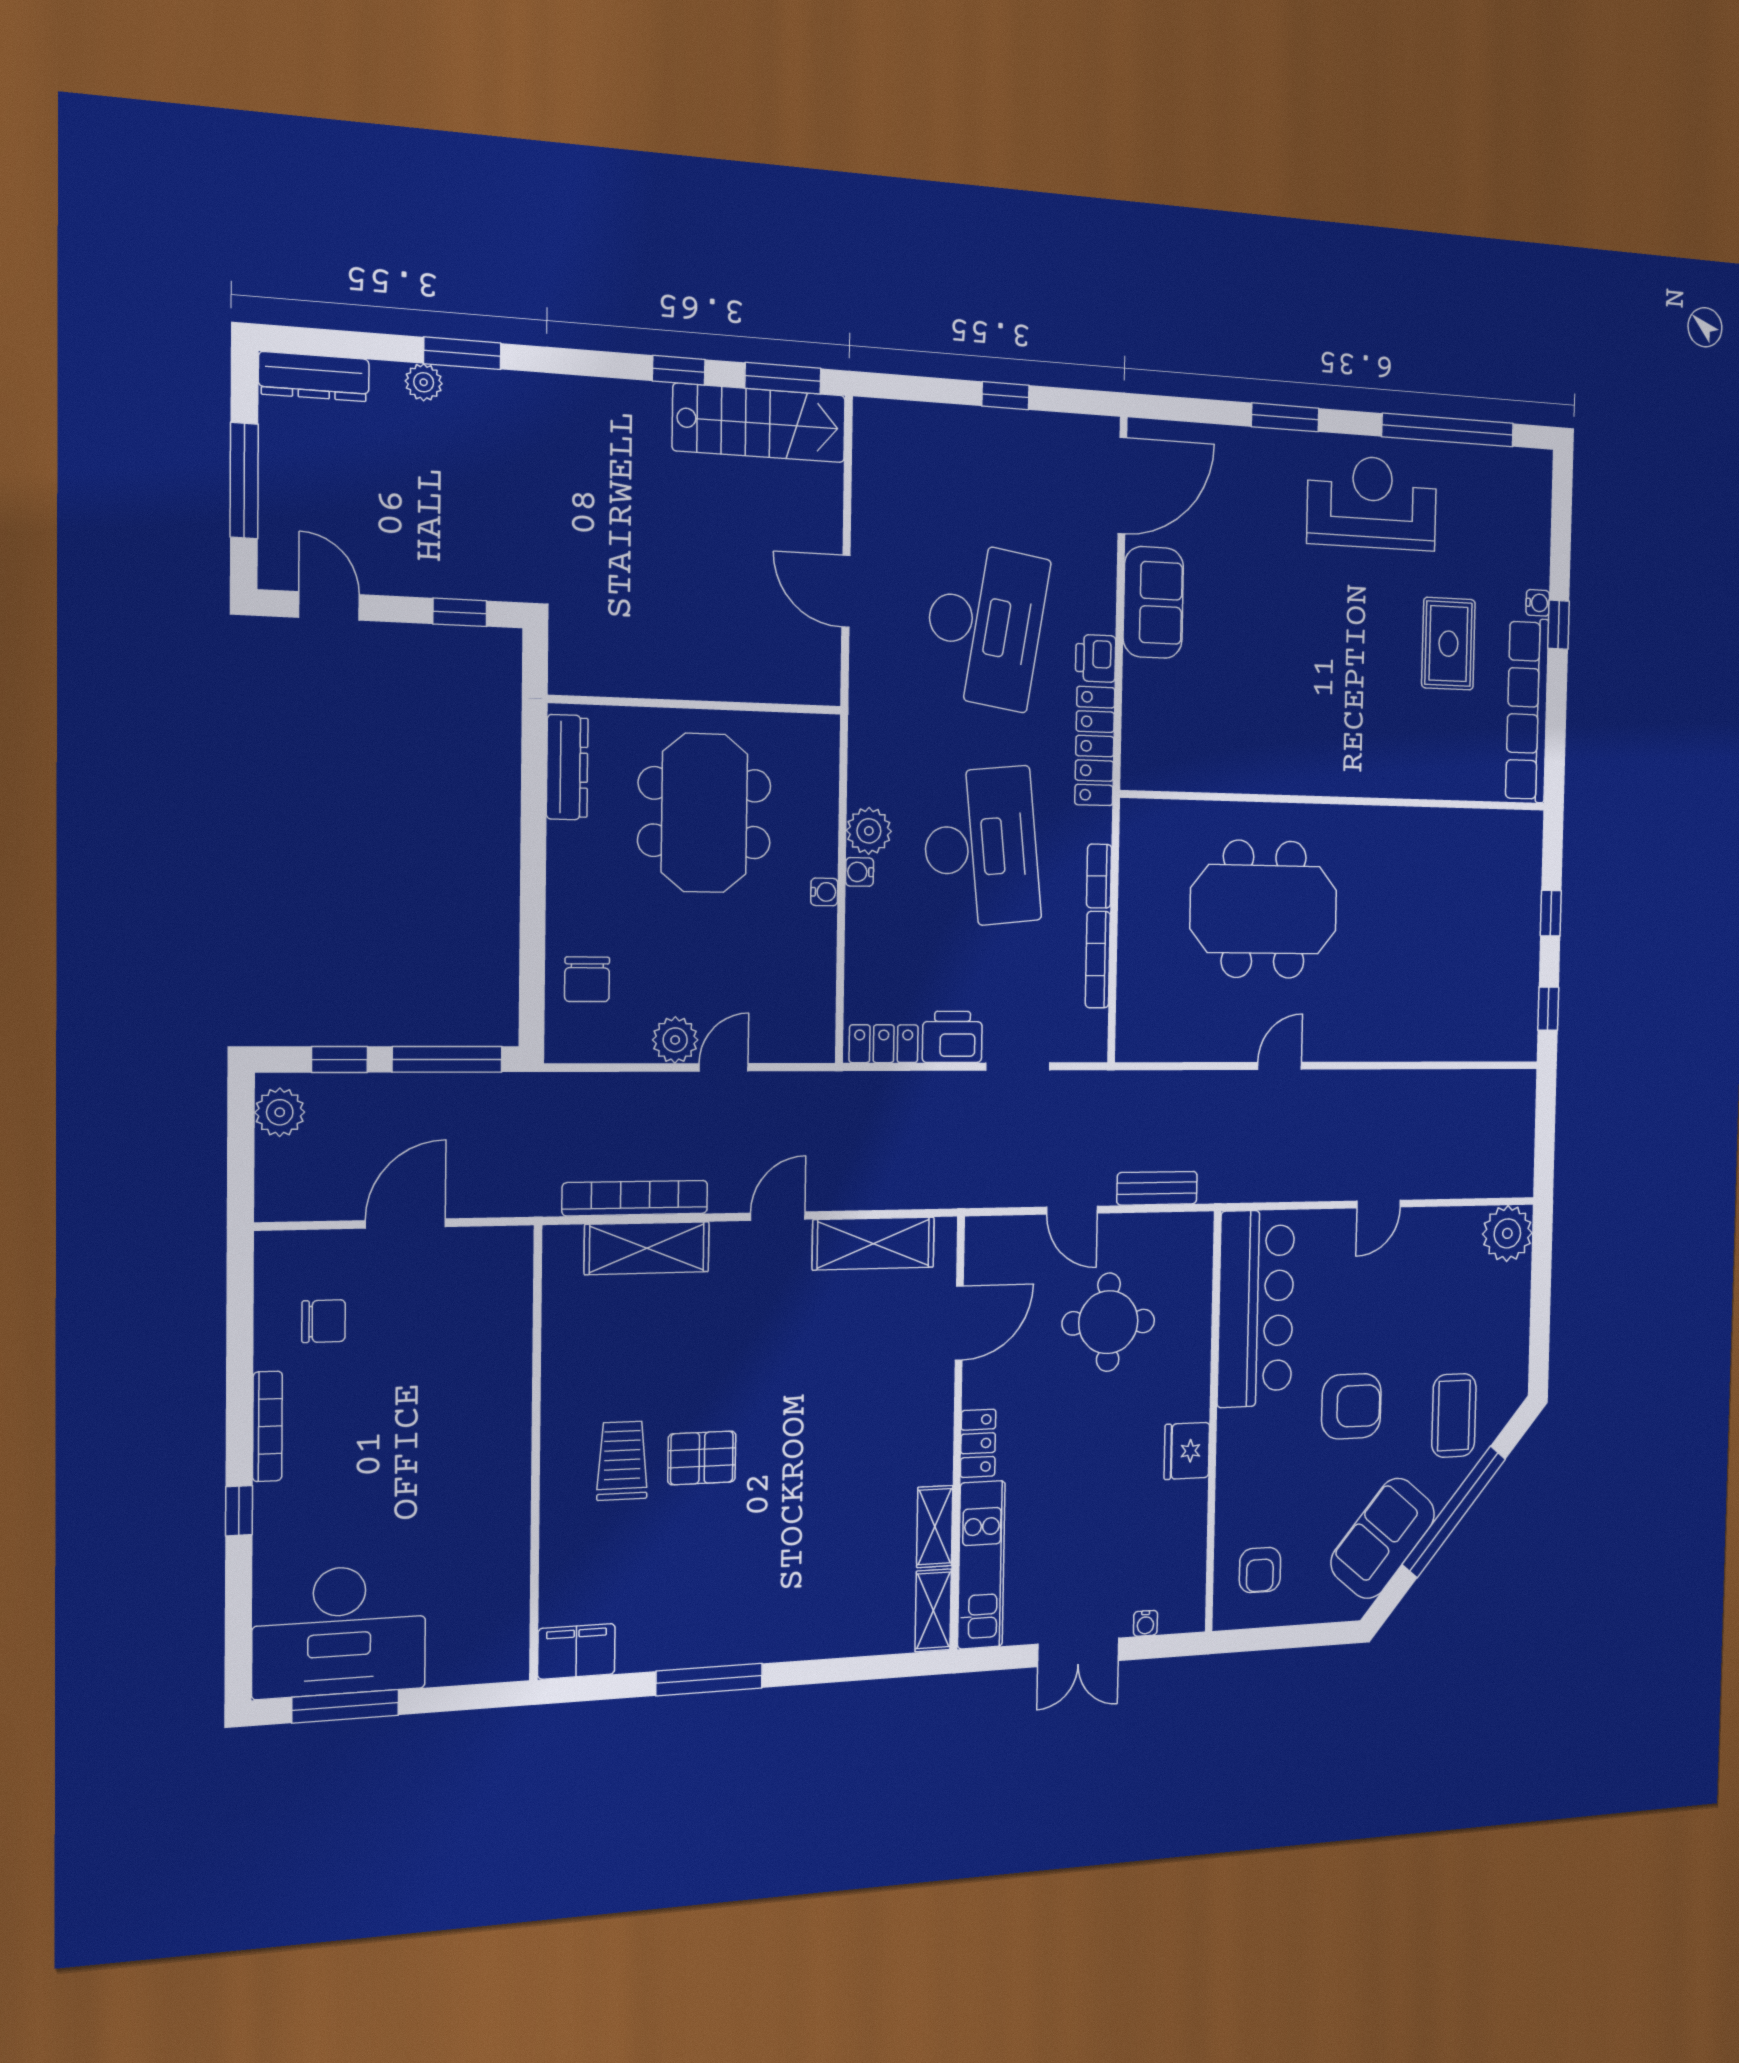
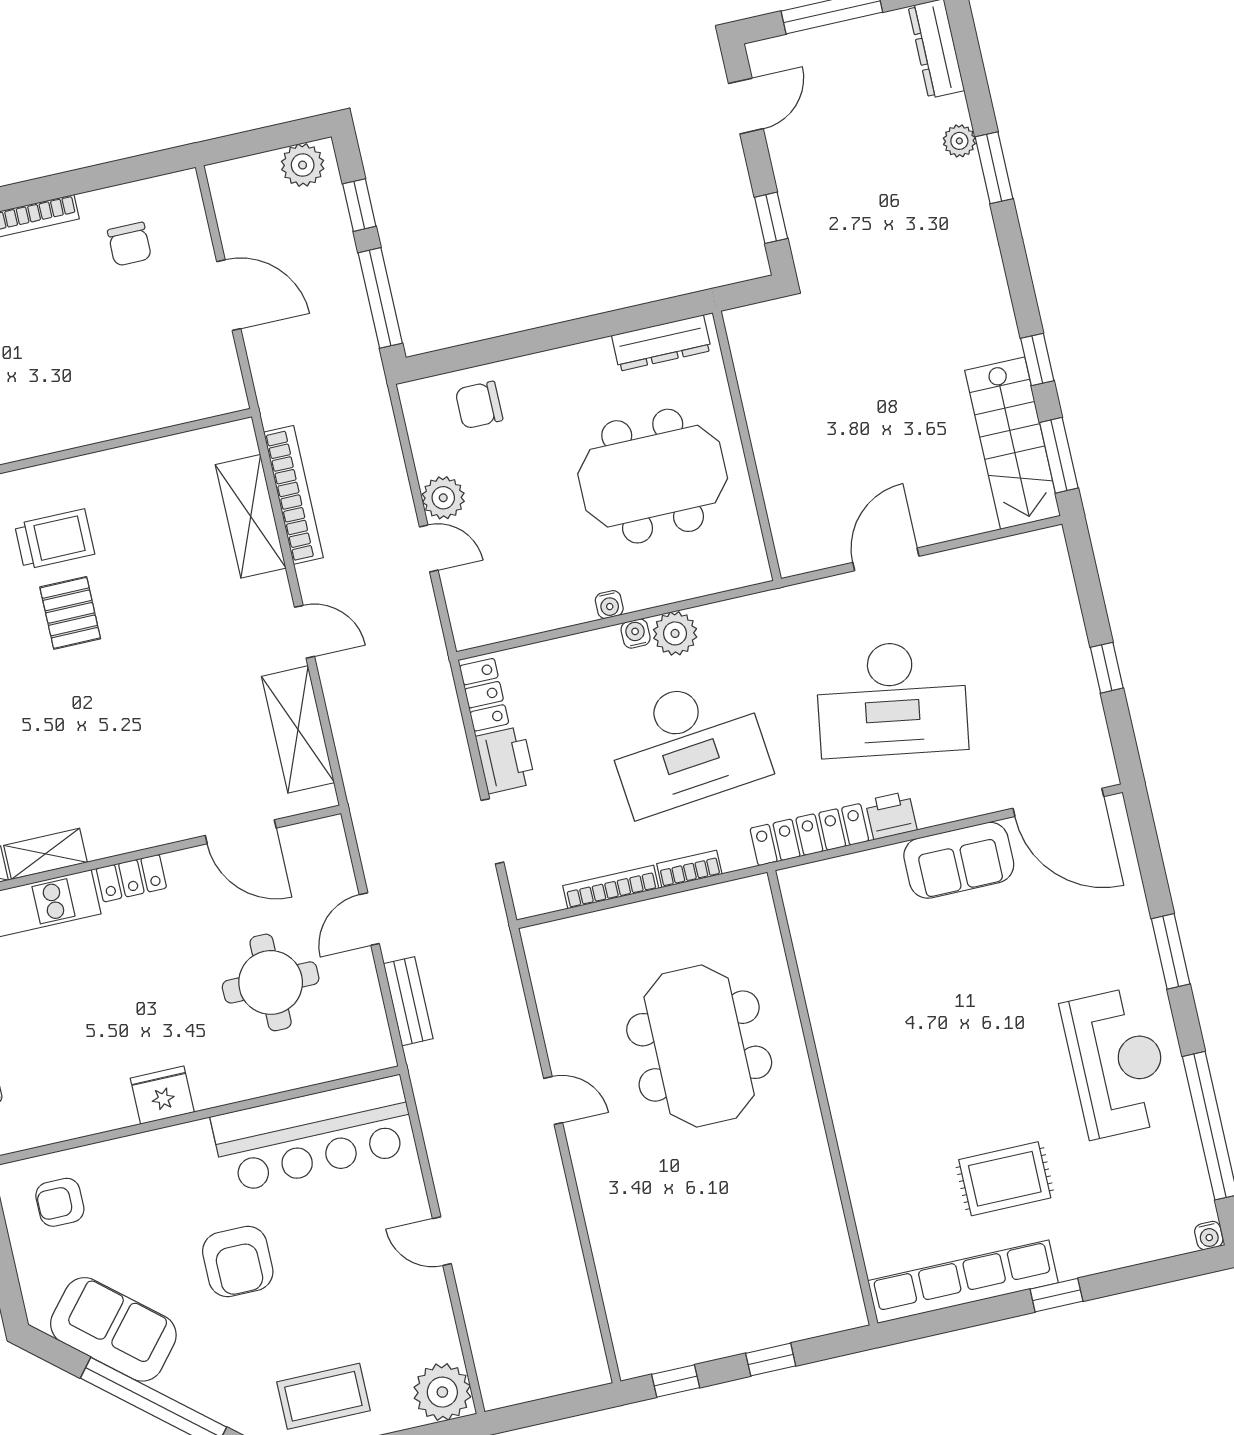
water cooler: (1538, 603) -> (1209, 1236), moved
coffee table: (1454, 1415) -> (323, 1396), moved

